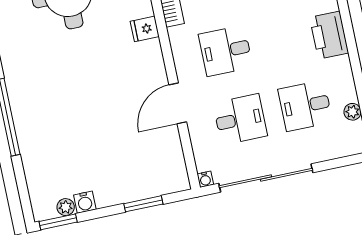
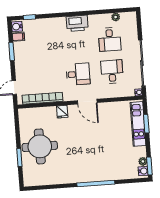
desk: (226, 51) -> (78, 74), turned -90
door: (178, 103) -> (87, 102), moved
kitchen unit: (141, 187) -> (138, 124), added
water cooler: (85, 202) -> (143, 171), moved

